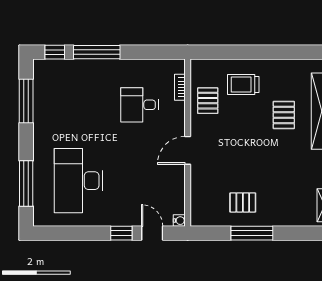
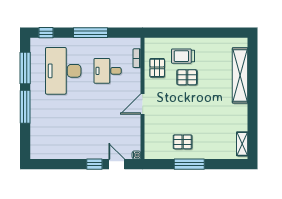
window: (97, 52) -> (90, 33), moved
pallet: (284, 115) -> (187, 77), moved, turned 90
desk: (79, 181) -> (63, 71), moved
window: (26, 184) -> (25, 107), moved

